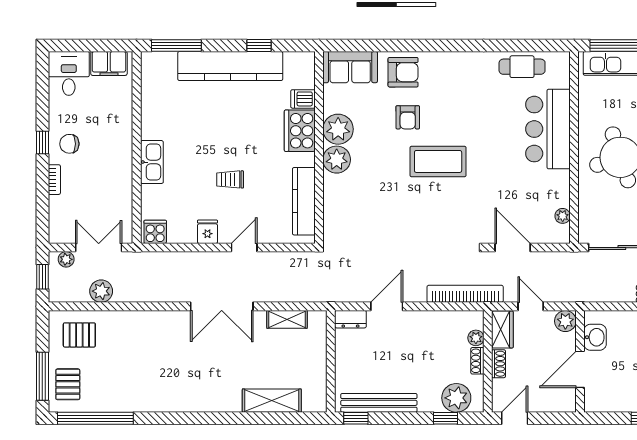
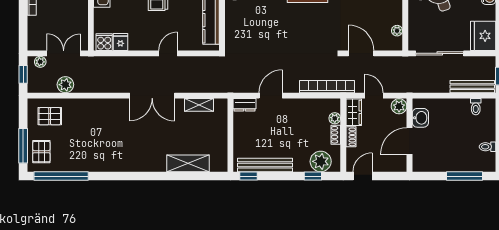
fridge: (207, 232) -> (120, 42), moved

